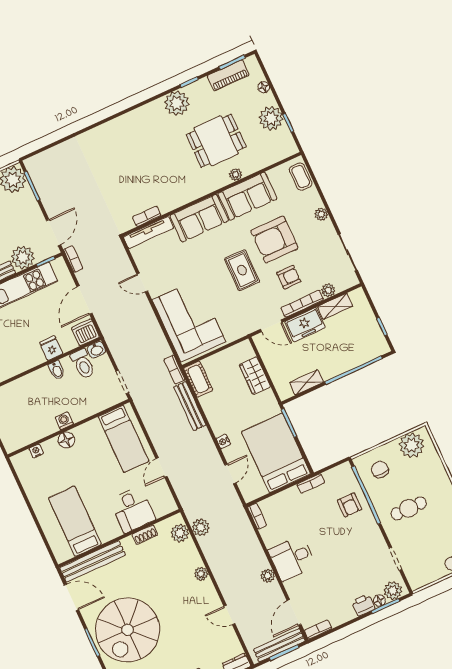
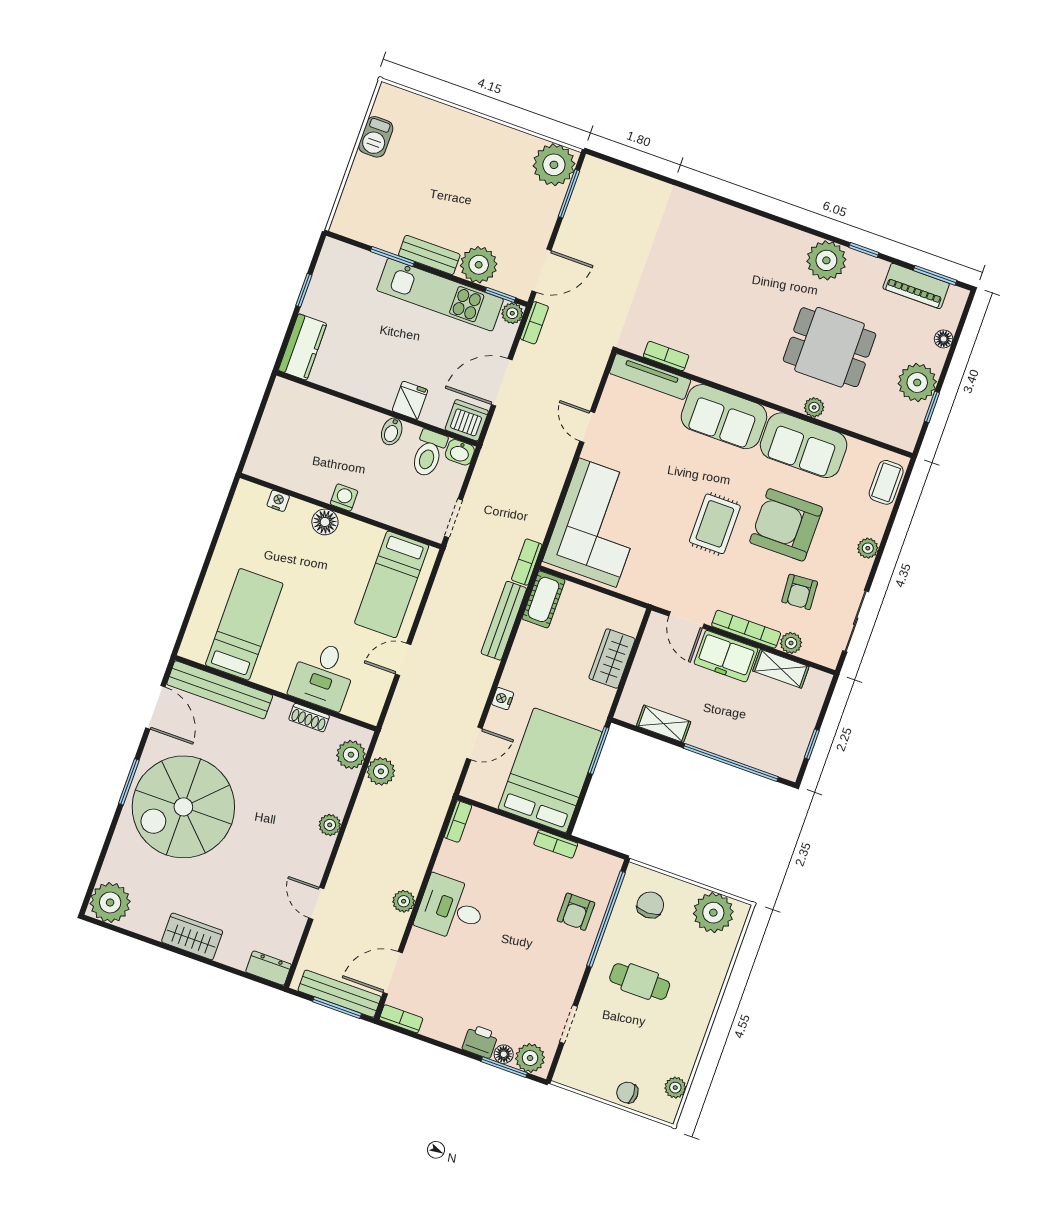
plant: (59, 264) -> (512, 313), added
armchair: (289, 277) -> (800, 592), moved, turned 86

